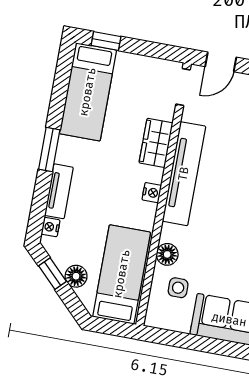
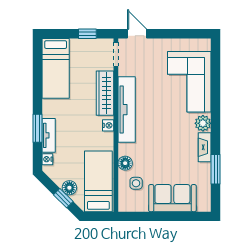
window: (106, 41) -> (87, 34), moved
door: (221, 62) -> (137, 34), swing flipped
wardrobe: (156, 143) -> (105, 93), width x1.50
window: (49, 149) -> (37, 128), moved
window: (52, 274) -> (63, 198), moved

